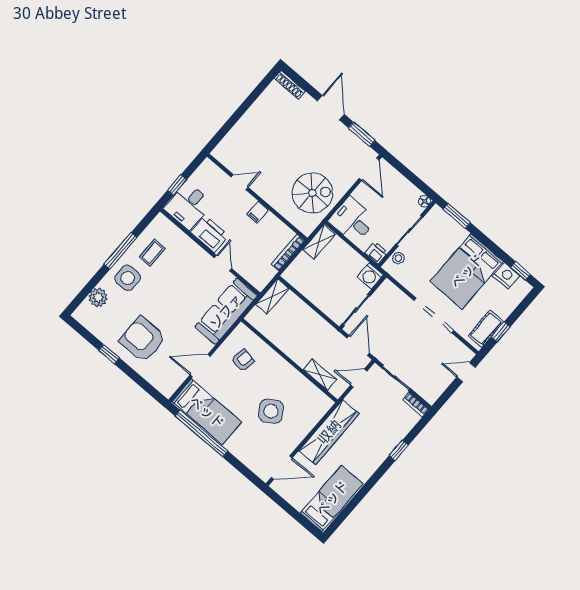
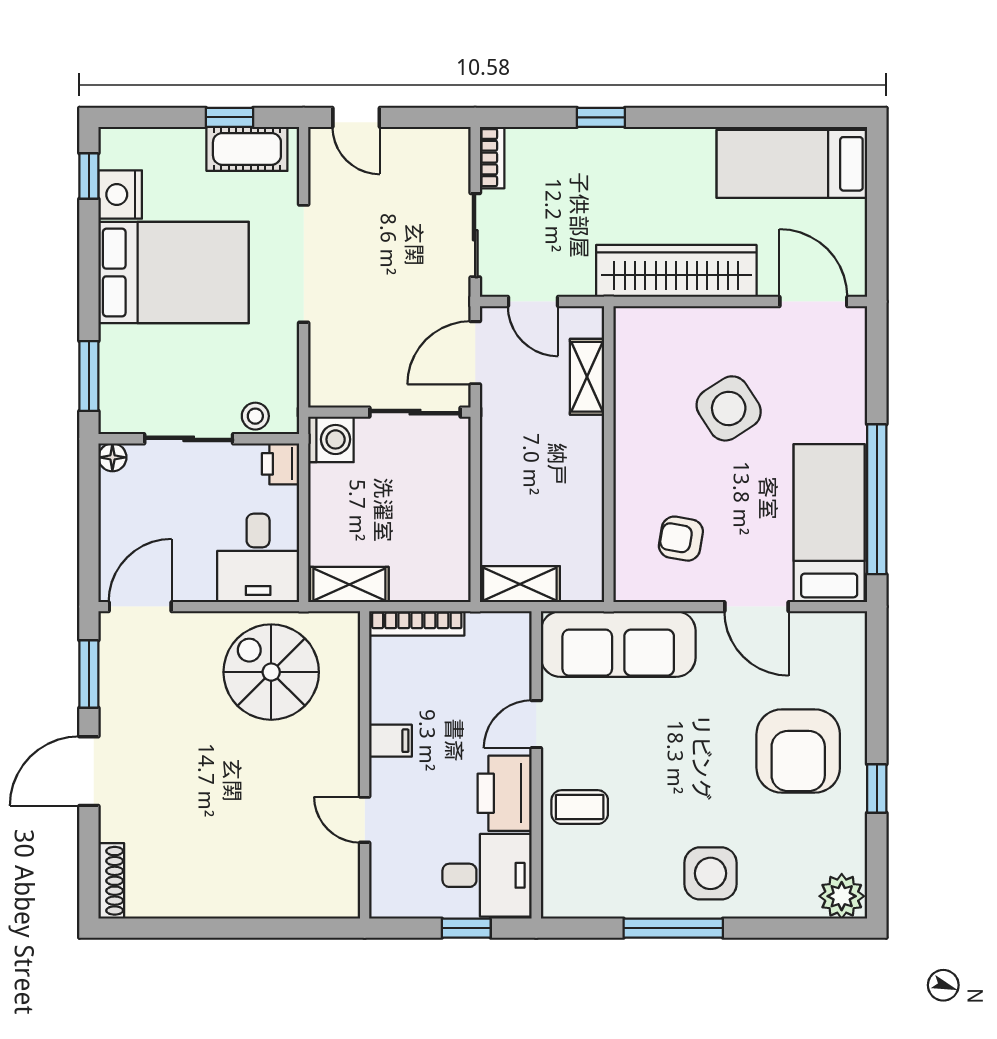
coffee table: (152, 253) -> (580, 807), moved
plant: (98, 297) -> (842, 896), moved

